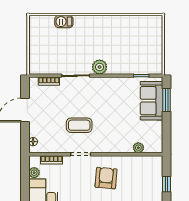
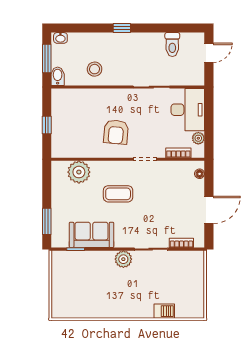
sofa: (151, 101) -> (92, 235), moved, turned -90
coffee table: (79, 125) -> (118, 194), moved
plant: (138, 148) -> (79, 172), width x1.88, depth x1.88

